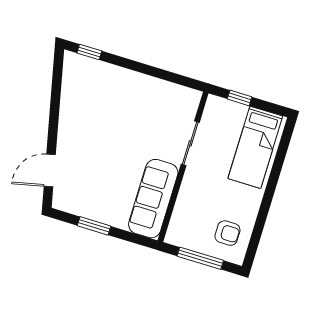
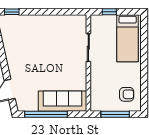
sofa: (153, 199) -> (62, 101), moved, turned 90
window: (94, 226) -> (46, 114), width x2.11

